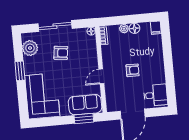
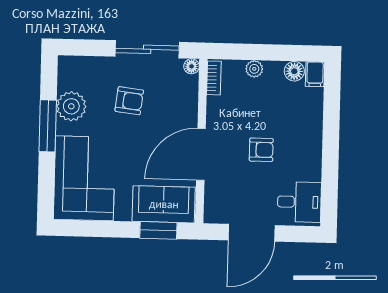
sliding door: (55, 26) -> (147, 49), moved
floor lamp: (135, 28) -> (294, 71), moved
plant: (30, 48) -> (71, 106), moved
window: (20, 71) -> (48, 126), width x1.44
door: (101, 76) -> (201, 154), width x1.87

